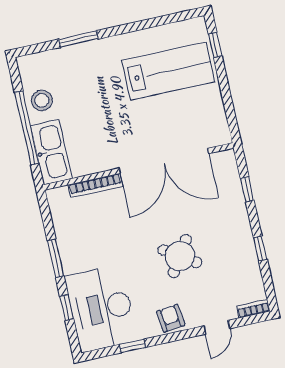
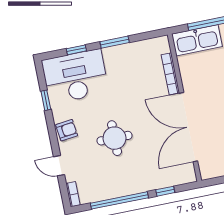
window: (260, 248) -> (119, 200), width x3.17
round table: (180, 256) -> (115, 138), turned -33

